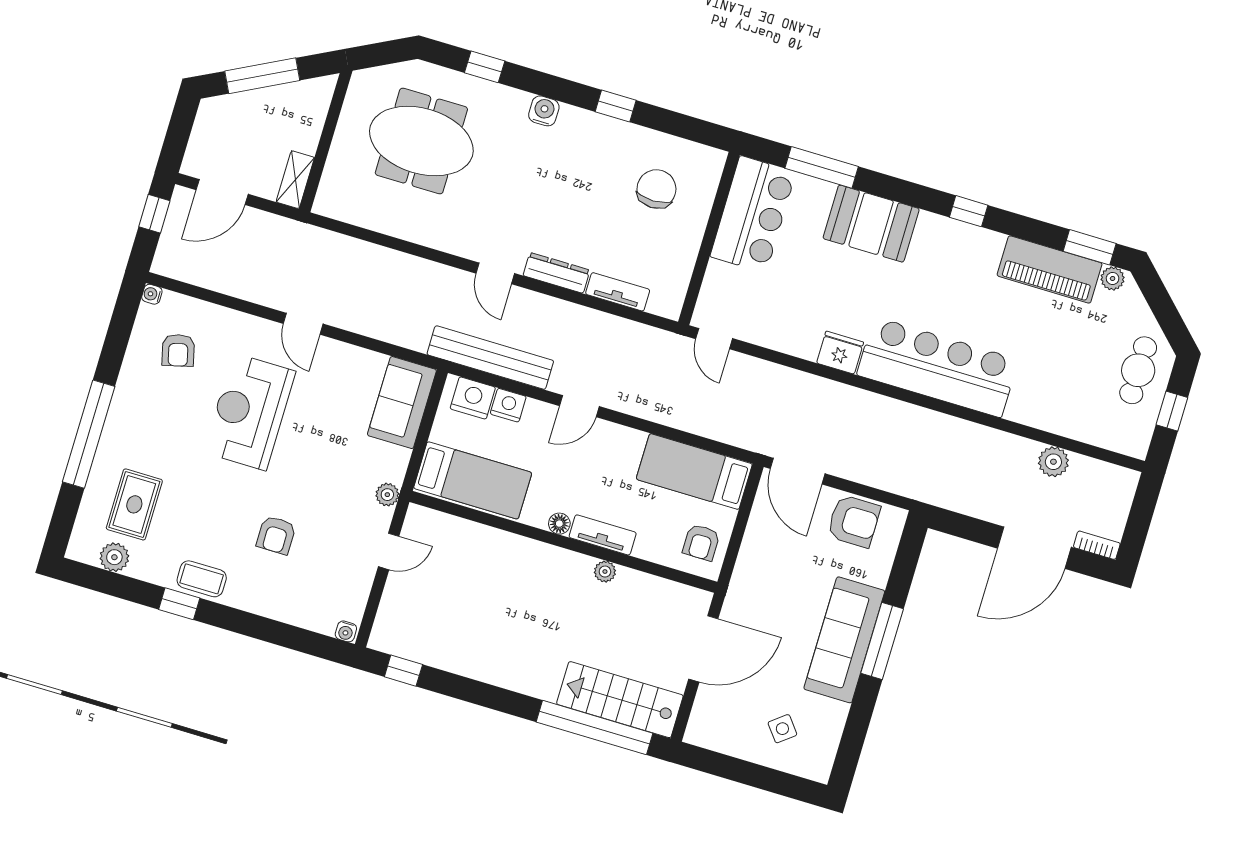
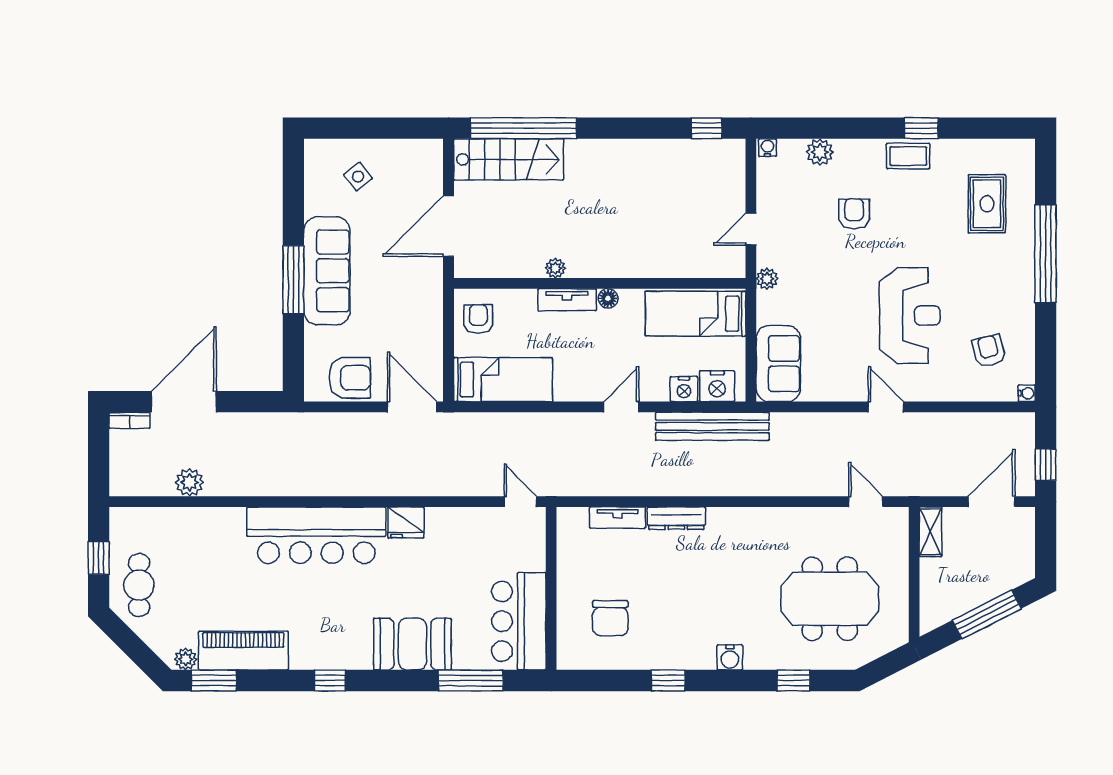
door: (495, 273) -> (866, 502), moved
armchair: (854, 521) -> (350, 378), turned 180
plant: (114, 557) -> (820, 152), moved

